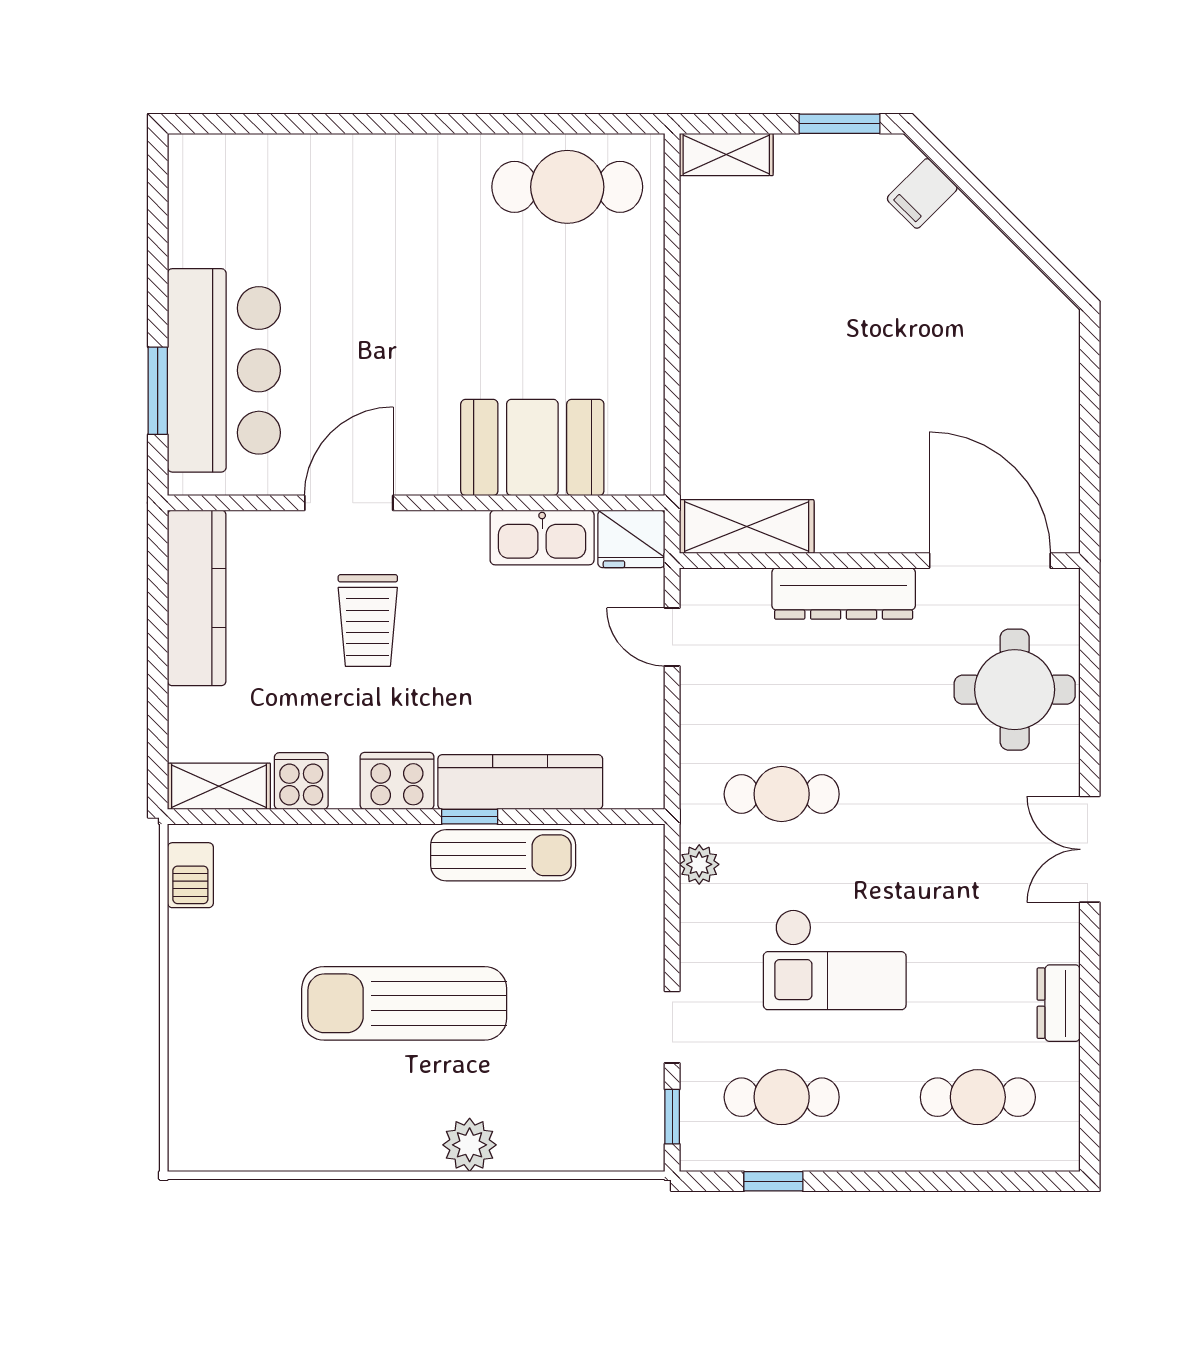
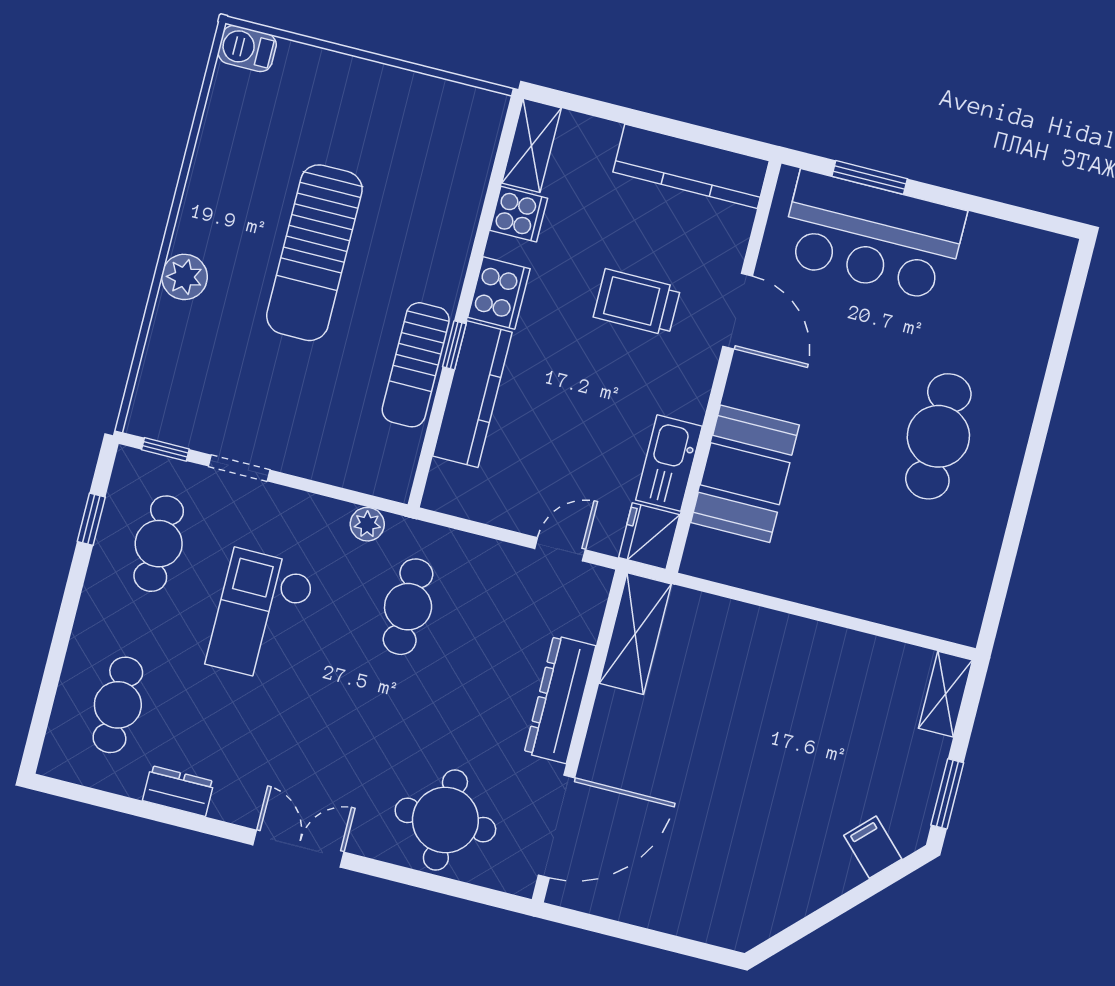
cafe table: (567, 187) -> (938, 436), moved
barbecue: (190, 875) -> (247, 49), moved
sun lounger: (404, 1003) -> (314, 253), turned 180

